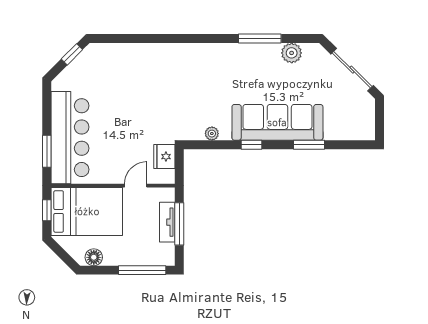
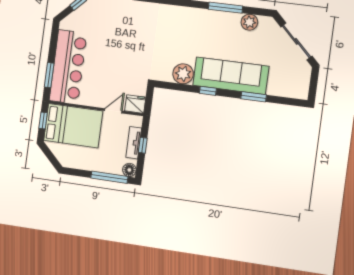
plant: (212, 134) -> (183, 74), width x1.88, depth x1.88
fridge: (164, 157) -> (135, 104), moved, turned 90
window: (179, 224) -> (143, 145), width x0.46
floor lamp: (94, 257) -> (129, 170), moved

